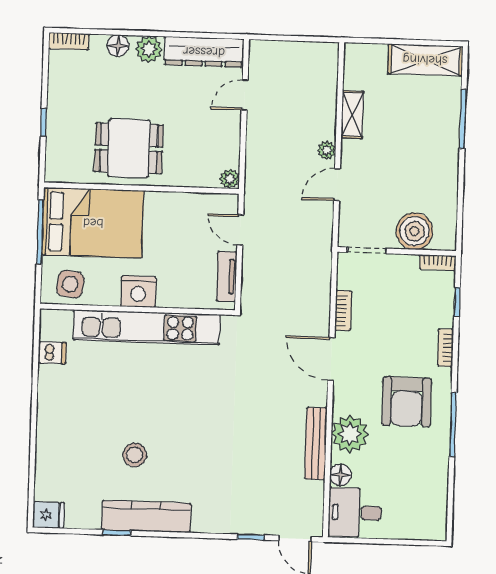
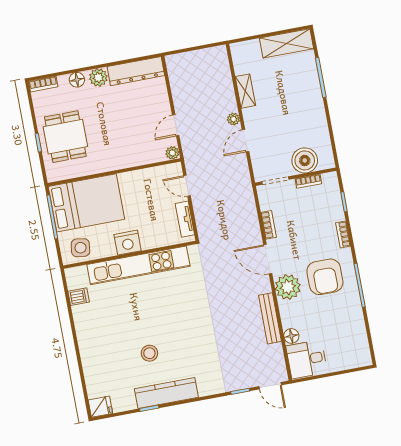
door: (245, 95) -> (176, 125), moved
dining table: (129, 148) -> (65, 137), moved, turned 90
bookcase: (438, 262) -> (308, 181), moved
plant: (350, 434) -> (288, 287), moved

